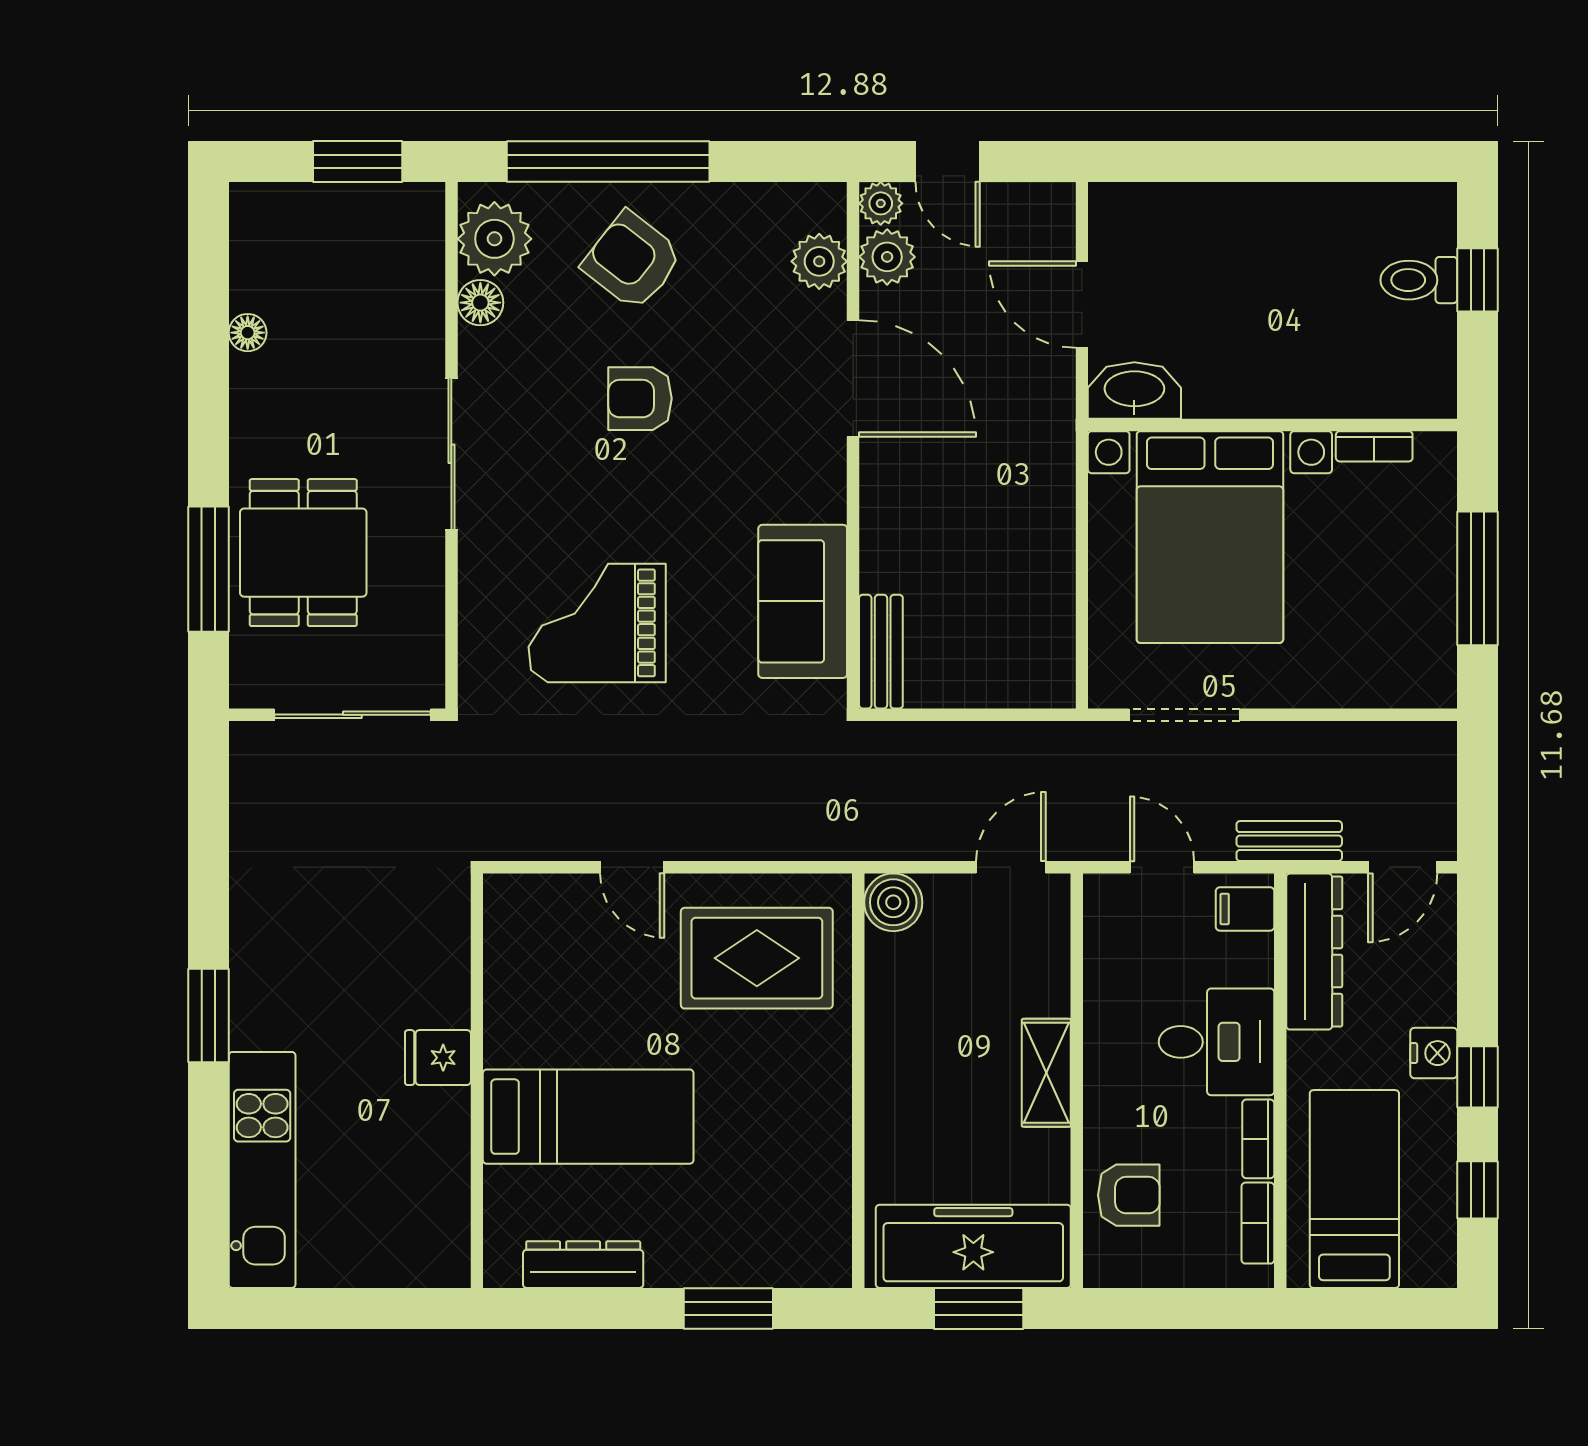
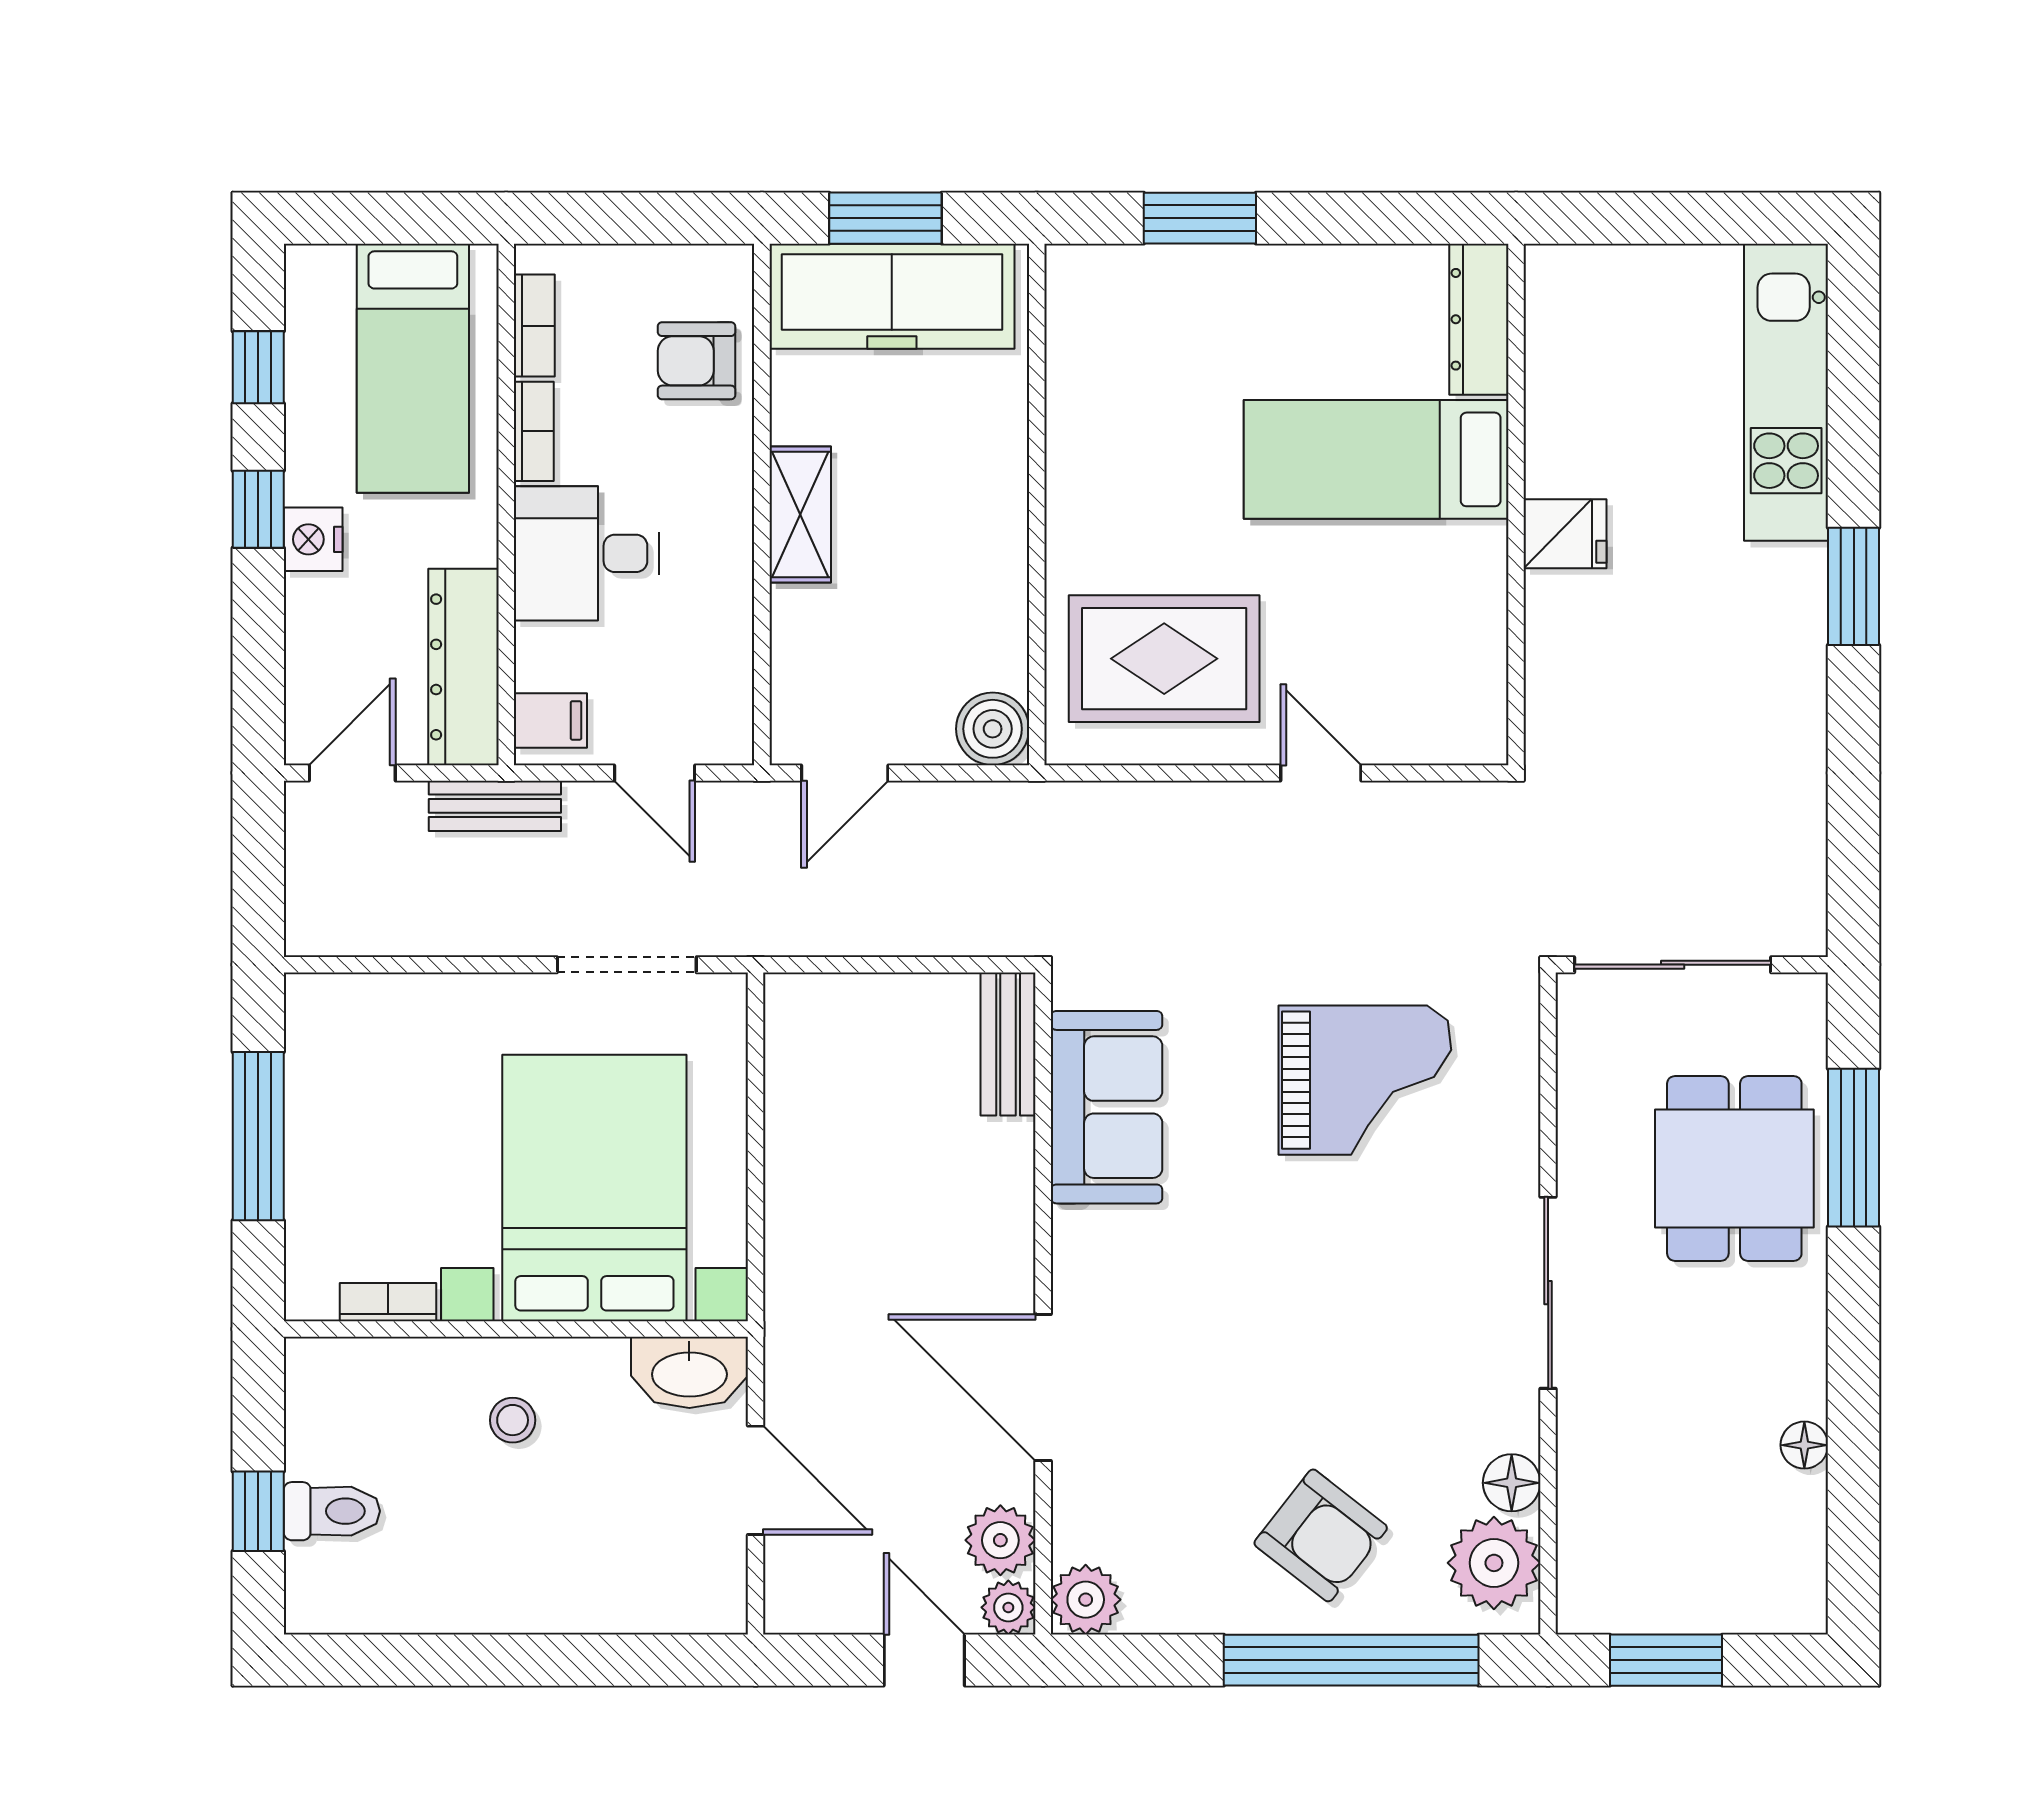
plant: (819, 261) -> (1086, 1600), moved
stool: (1275, 352) -> (513, 1420), added
armchair: (640, 399) -> (1311, 1362), removed
dresser: (583, 1265) -> (1479, 319), moved, turned 90

